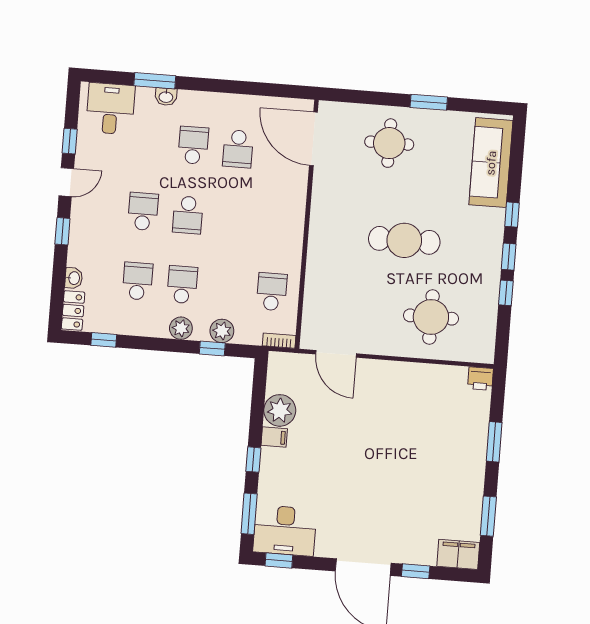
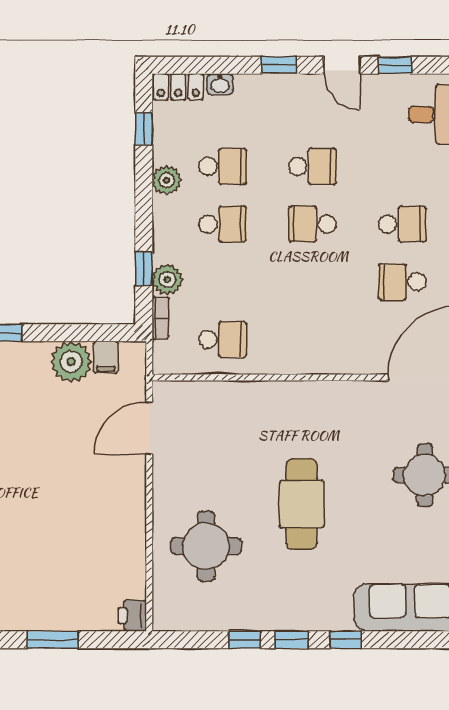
plant: (181, 328) -> (167, 180), moved
bookcase: (279, 341) -> (160, 318), moved
filing cabinet: (274, 437) -> (106, 357), moved

